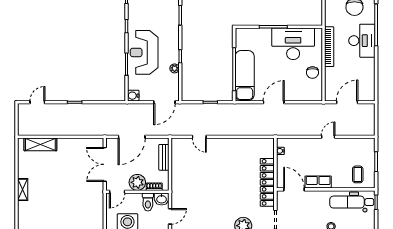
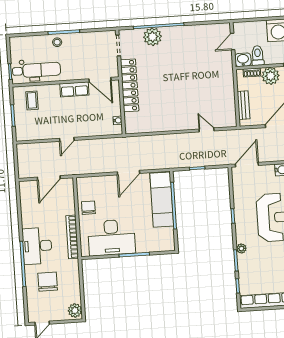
plant: (175, 68) -> (241, 248), moved

